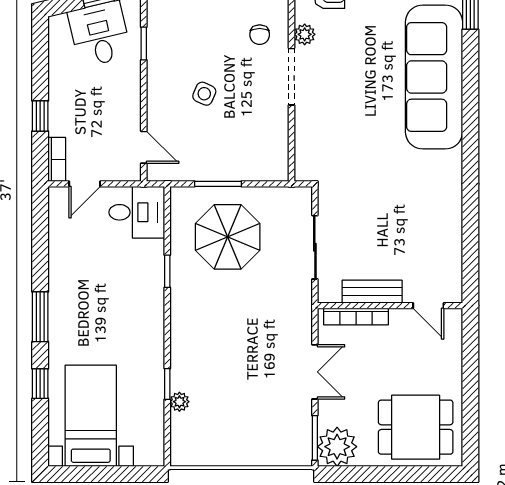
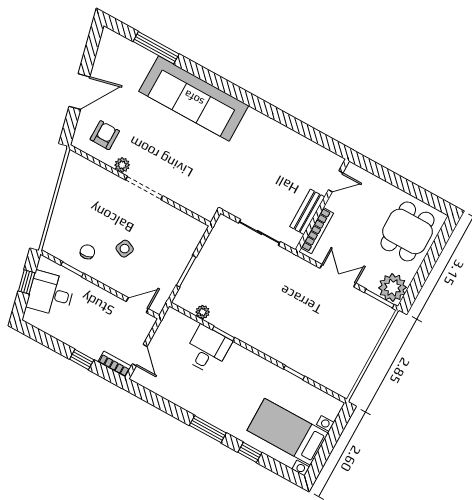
chair: (260, 35) -> (87, 252), moved, turned -101
desk: (137, 212) -> (207, 350), moved
parasol: (228, 237) -> (223, 284), removed
plant: (179, 402) -> (203, 312), moved

